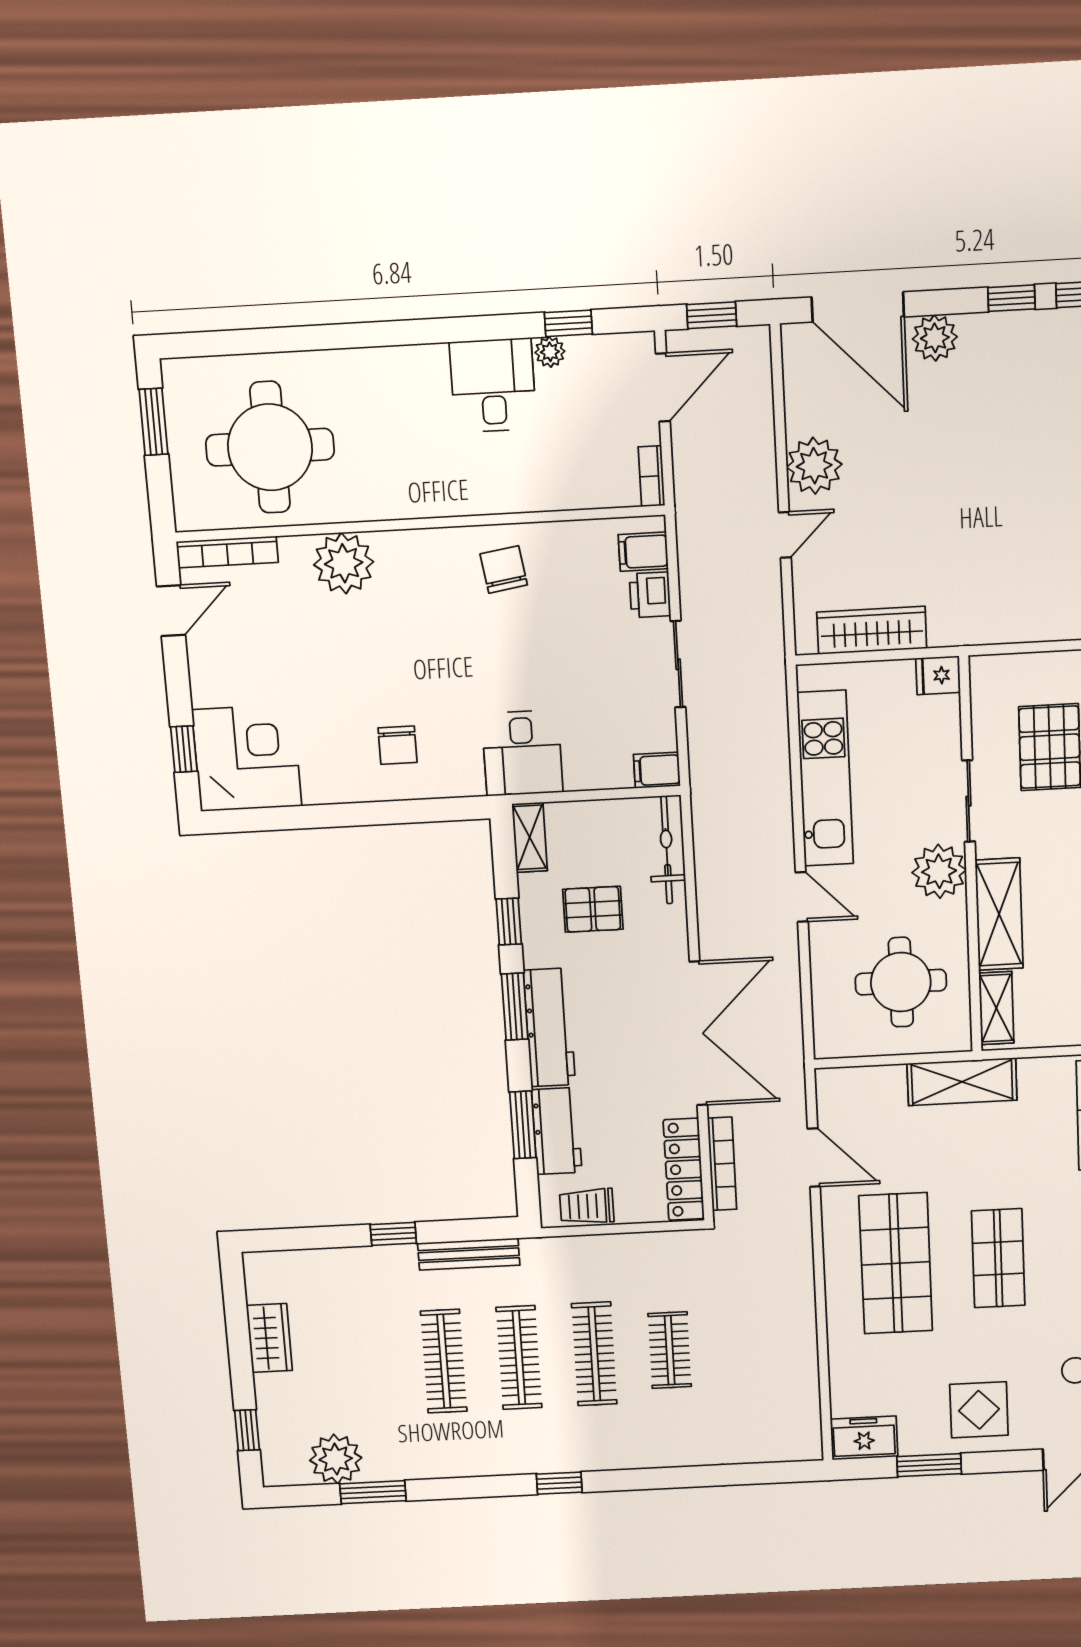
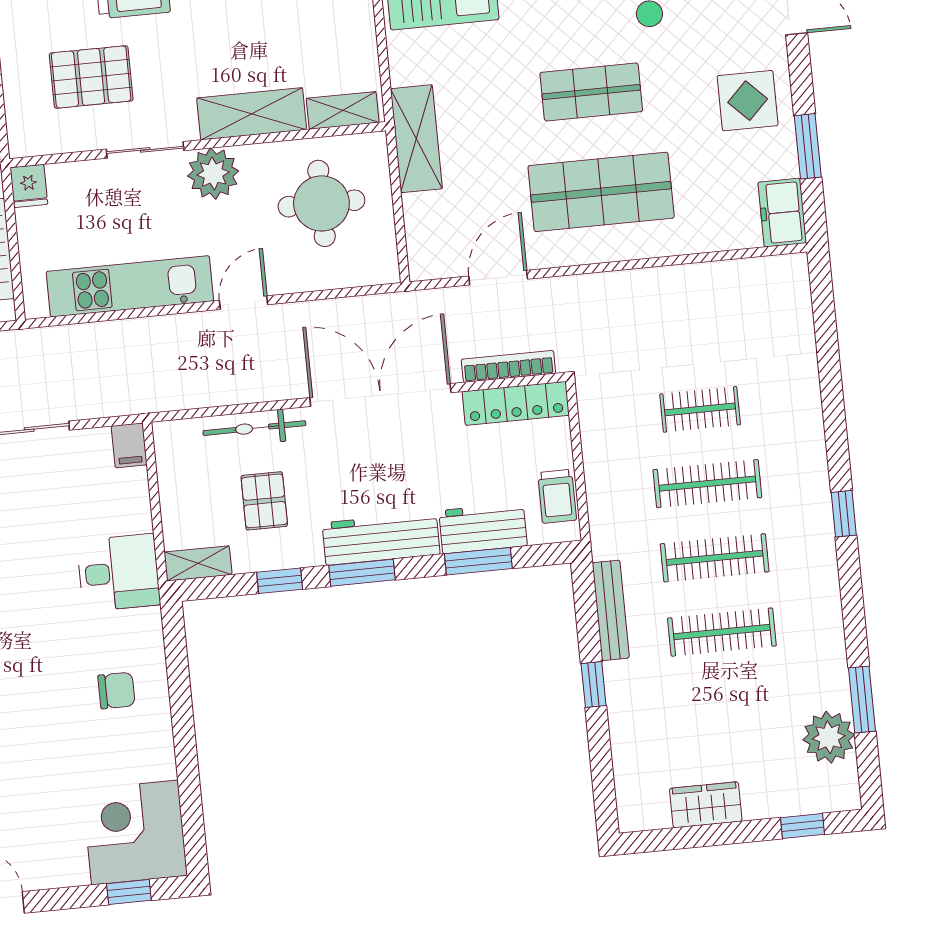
bicycle: (667, 850) -> (254, 428), moved

